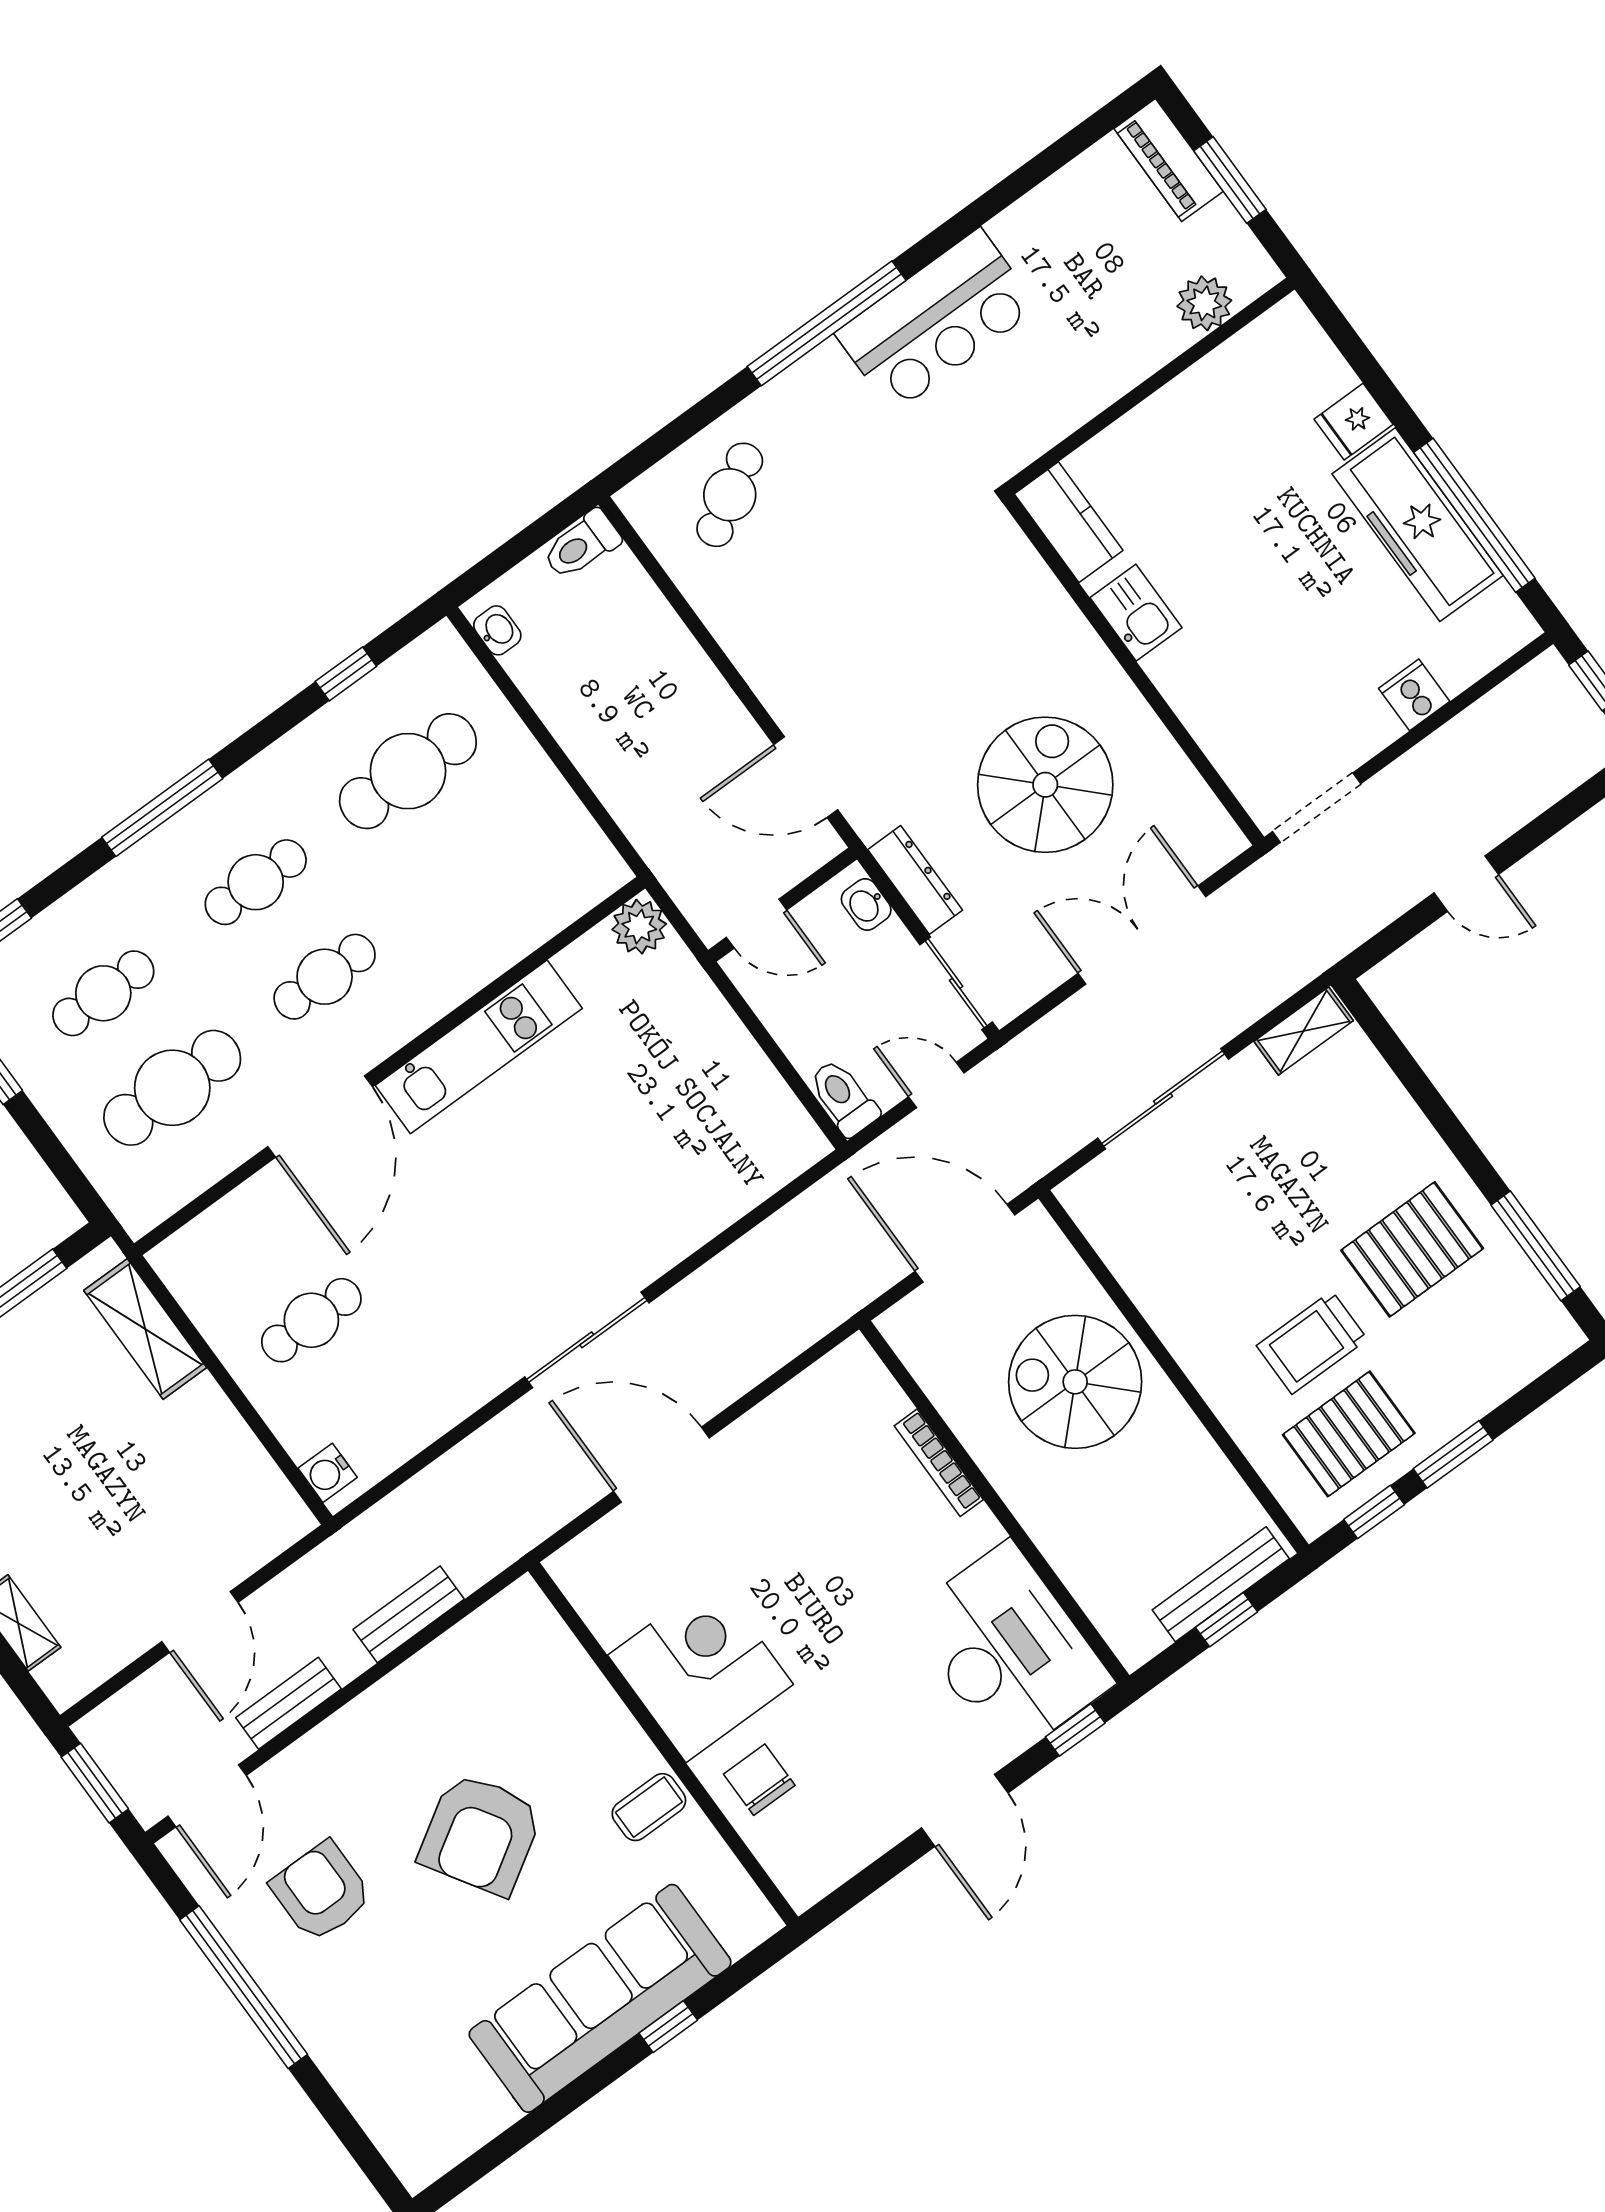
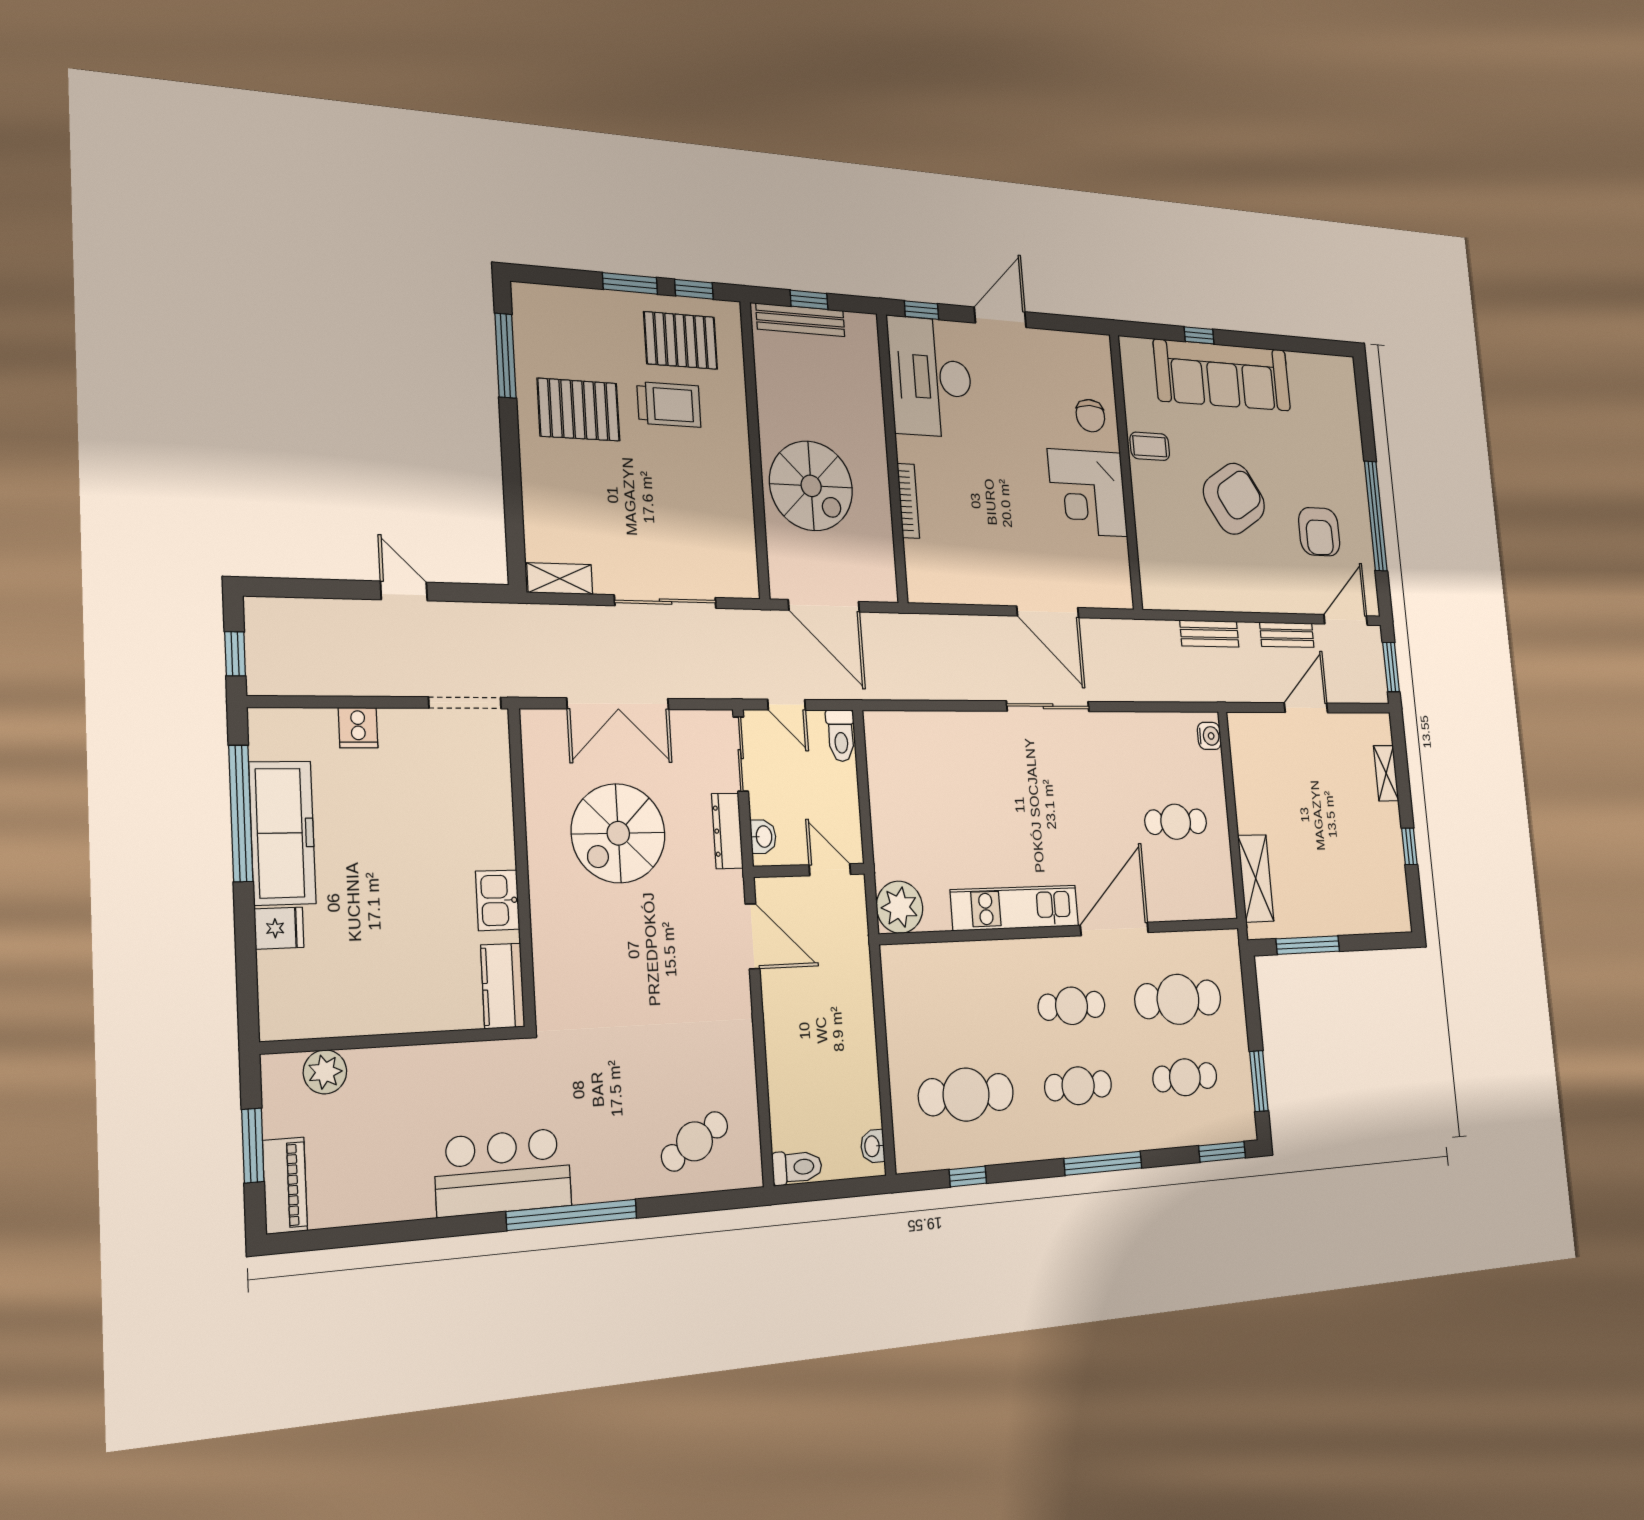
plant: (639, 927) -> (900, 907), width x1.36, depth x1.36

